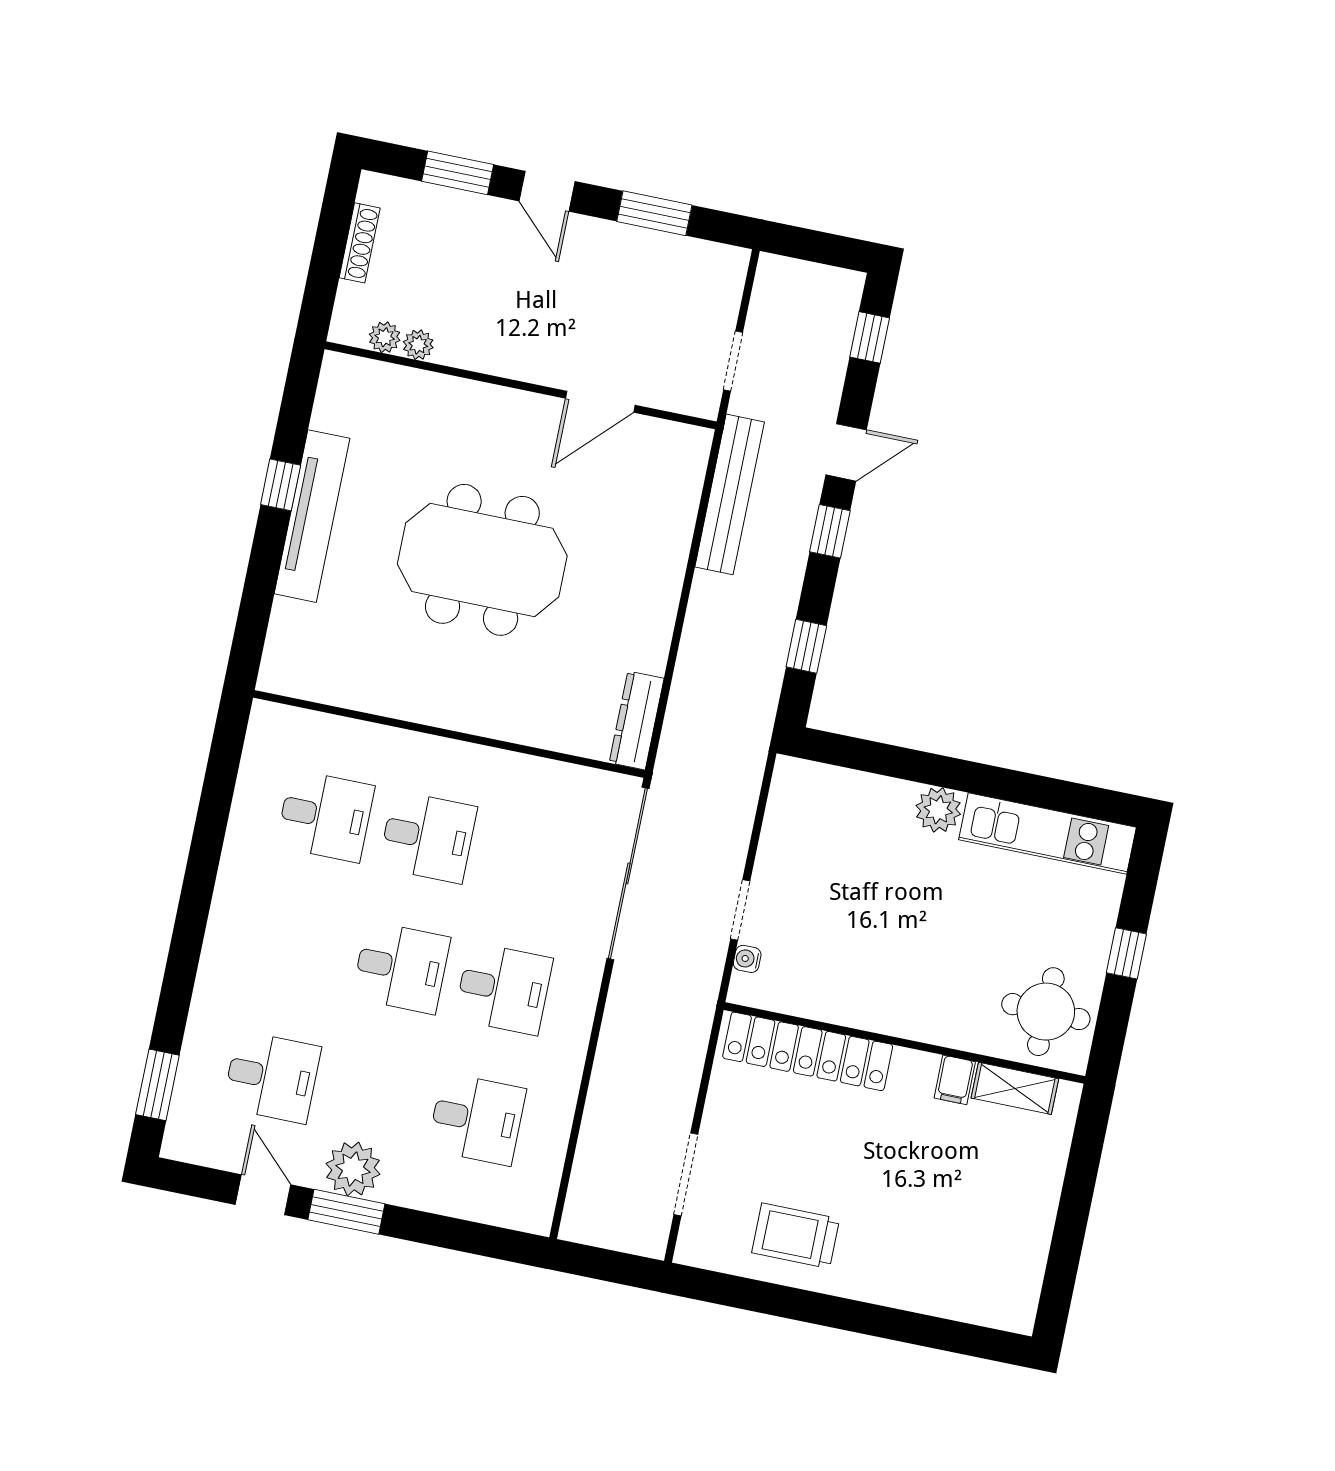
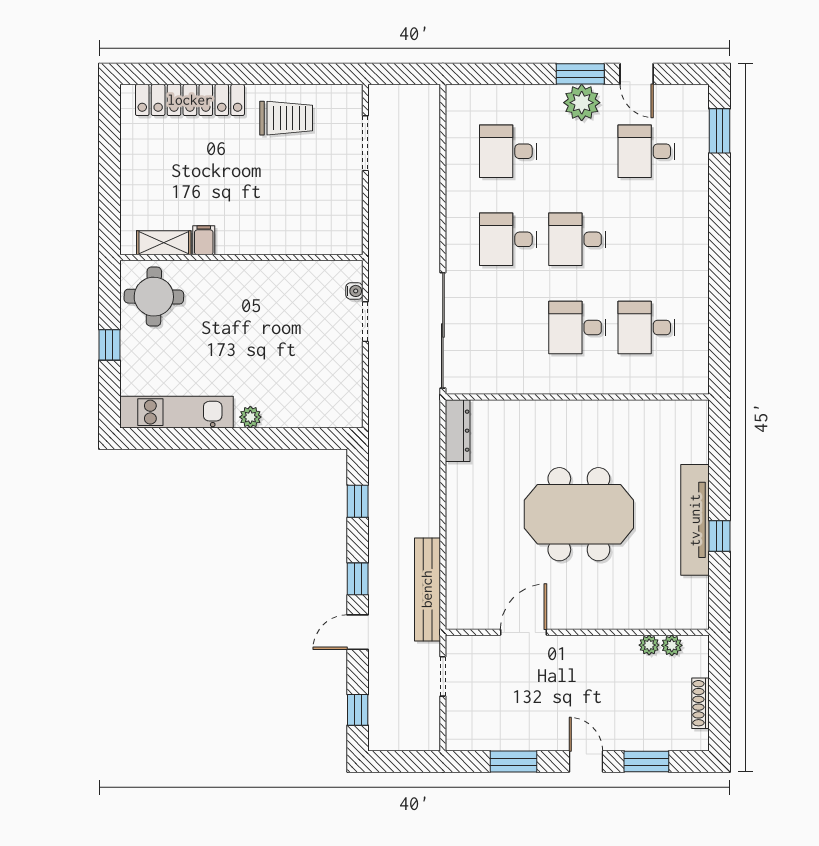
plant: (938, 810) -> (250, 417), width x0.73, depth x0.73
locker: (808, 1051) -> (190, 100), moved, turned 180

